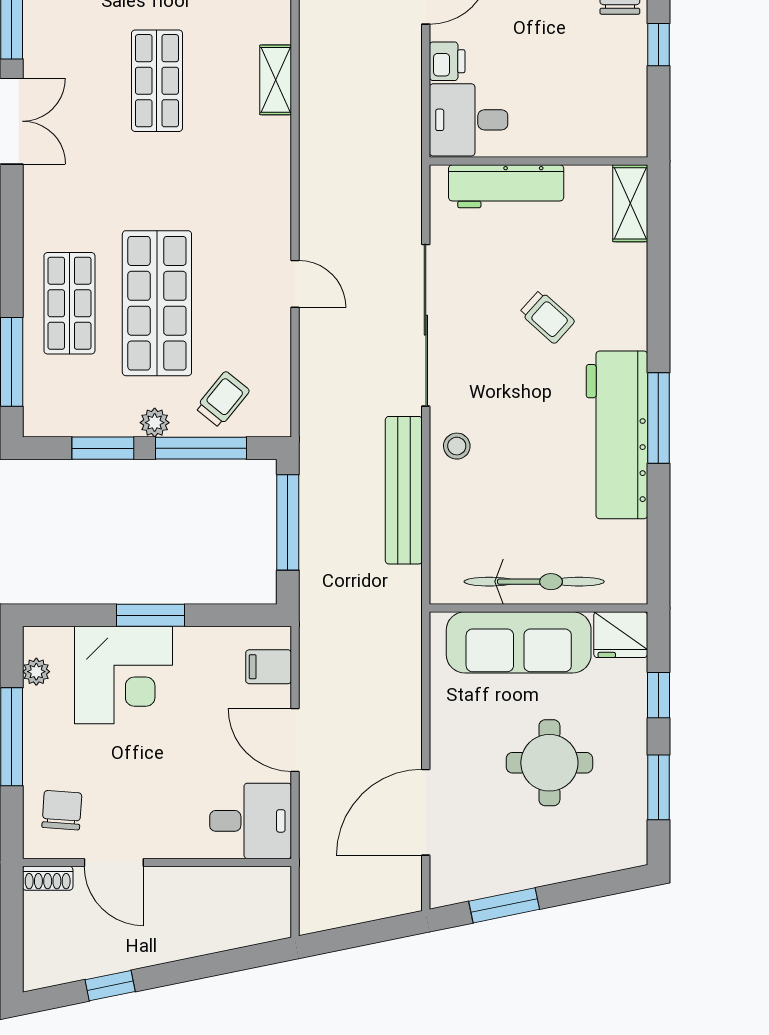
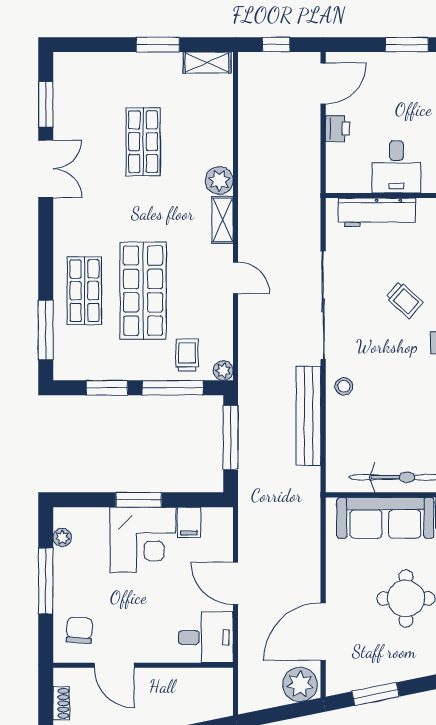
shelving: (276, 80) -> (223, 220), moved
desk: (469, 120) -> (396, 167), moved, turned -90
plant: (271, 139) -> (219, 180), added
trolley: (223, 399) -> (187, 355), turned -39
plant: (155, 423) -> (223, 371), moved
filing cabinet: (269, 667) -> (189, 522), moved, turned -90
corner desk: (124, 675) -> (143, 540), moved
shoe rack: (48, 878) -> (61, 703), moved, turned -90
plant: (391, 891) -> (300, 684), added

